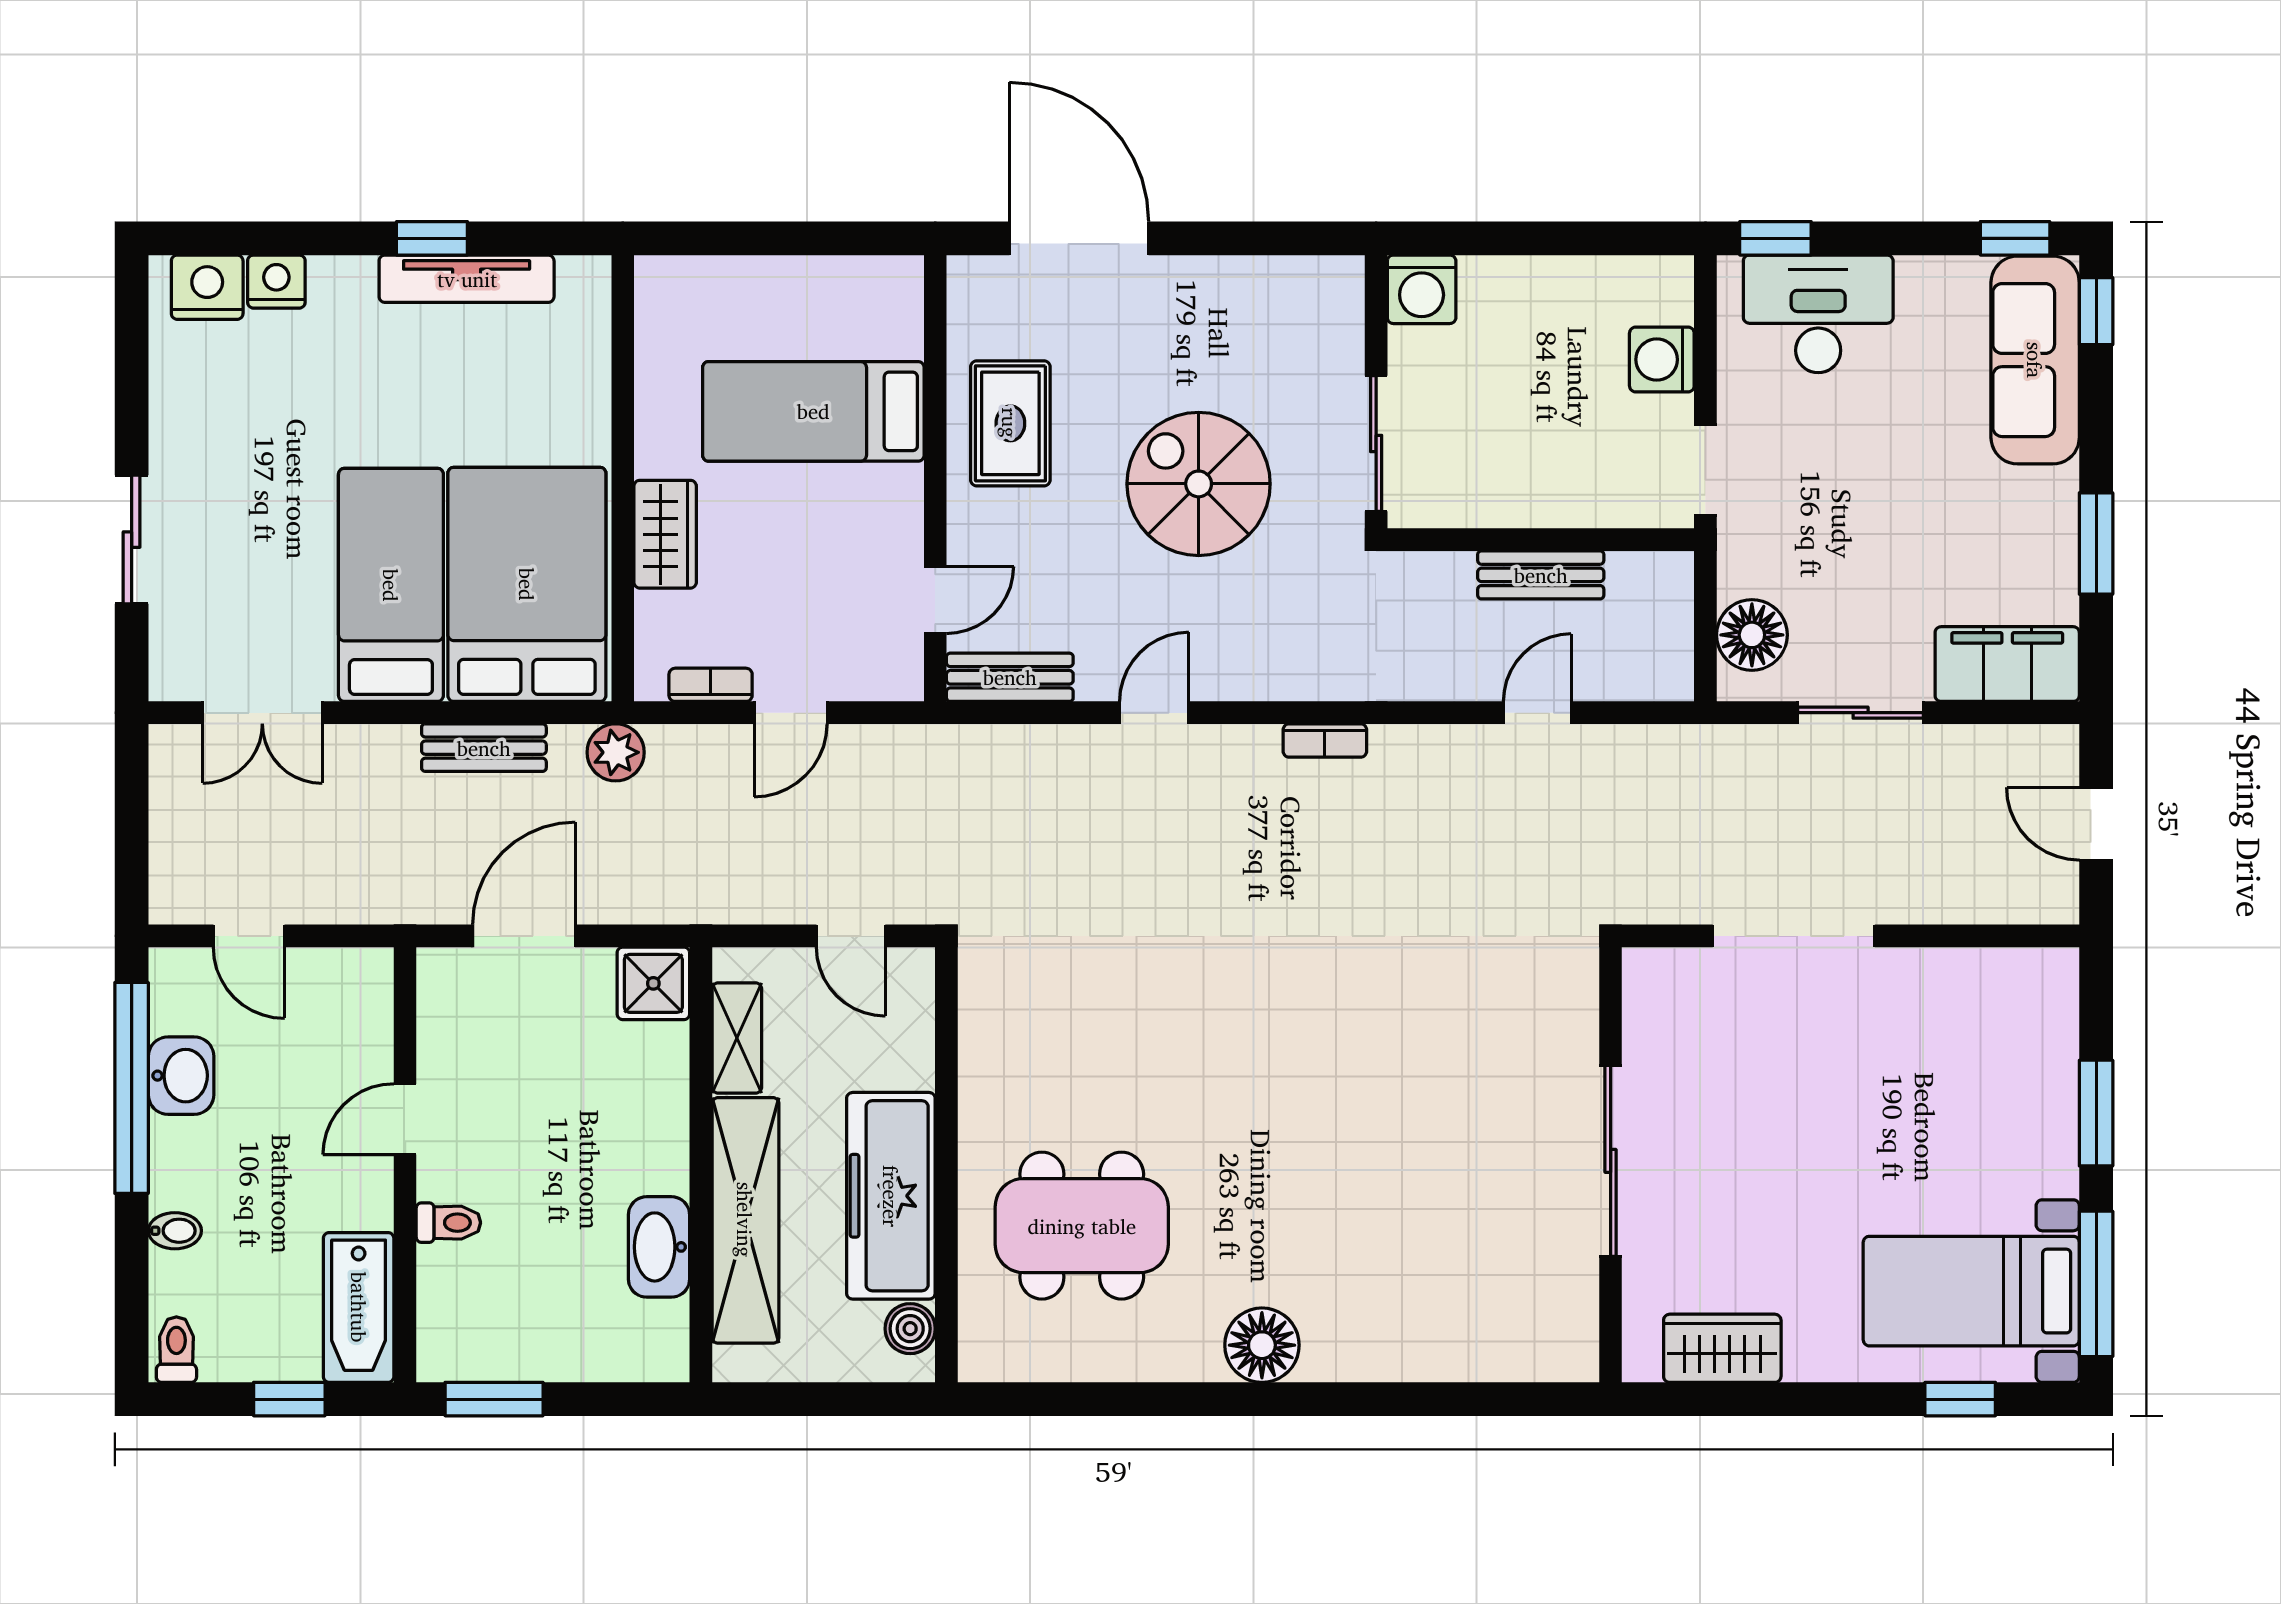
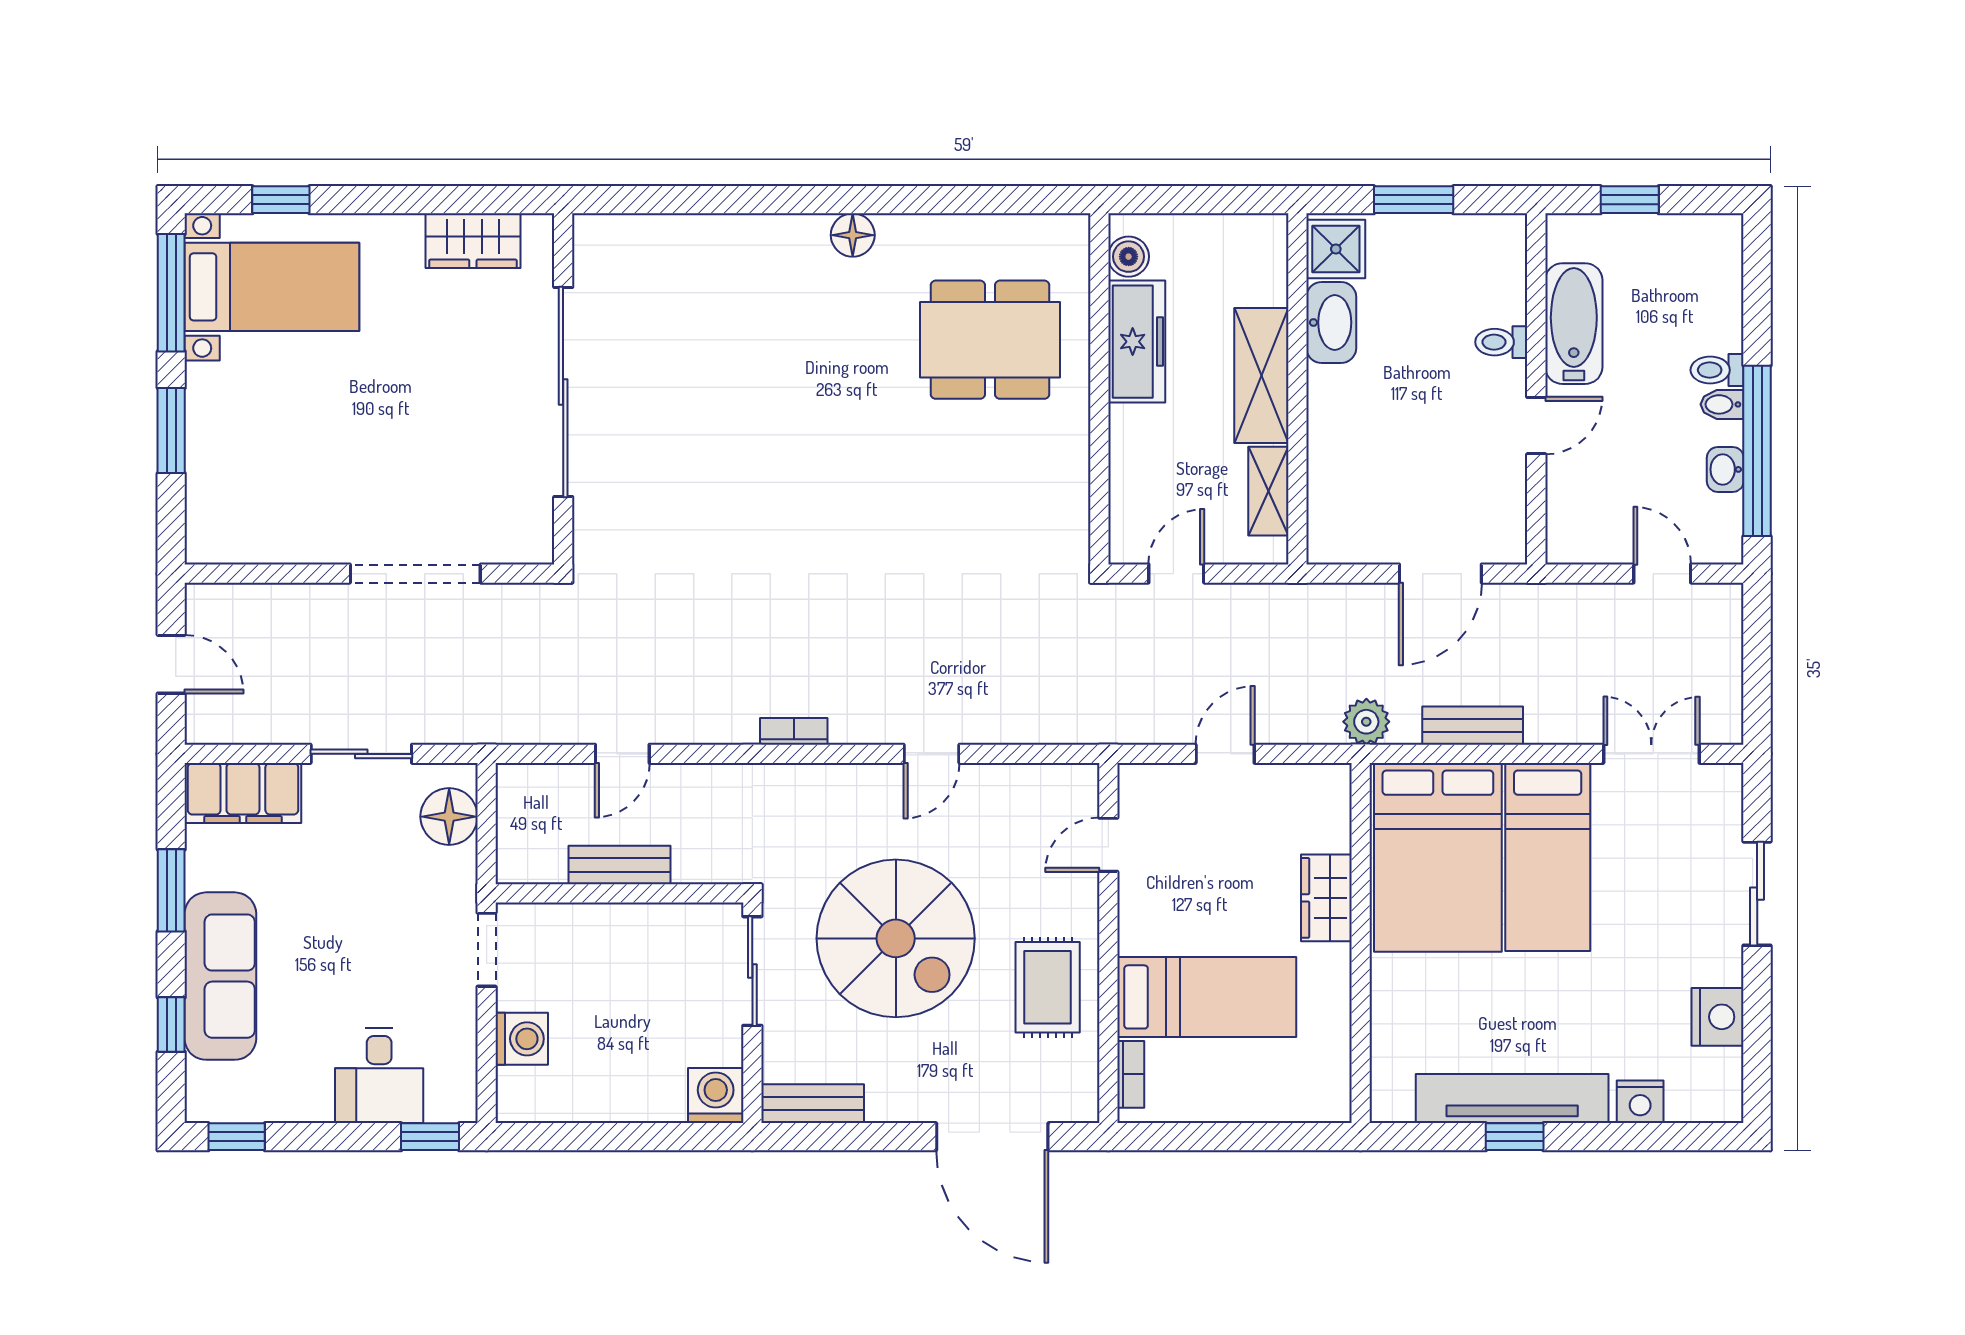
tv unit: (467, 279) -> (1512, 1099), width x1.36, depth x1.29
nightstand: (207, 287) -> (1718, 1017), moved, turned -90
window: (2096, 311) -> (171, 1025), moved
desk: (1818, 314) -> (379, 1076), width x0.73
sofa: (2035, 360) -> (220, 976), moved
spiral stairs: (1199, 484) -> (896, 938), width x1.37, depth x1.37
bench: (1010, 677) -> (813, 1104), moved
bookcase: (711, 685) -> (1131, 1074), moved, turned -90
door: (851, 936) -> (1176, 574), hinge flipped
shower: (653, 983) -> (1336, 249), moved
washbasin: (181, 1076) -> (1725, 469), width x0.72, depth x0.69
sliding door: (1611, 1161) -> (563, 392), width x1.36
freezer: (891, 1196) -> (1137, 342), width x0.73, depth x0.79
shelving: (745, 1220) -> (1261, 375), width x0.68
bidet: (175, 1231) -> (1722, 404), moved
bathtub: (359, 1307) -> (1574, 324), moved
floor lamp: (1262, 1345) -> (853, 235), width x0.73, depth x0.73
toilet: (176, 1350) -> (1717, 370), moved, turned 90
window: (494, 1399) -> (1414, 200), moved

